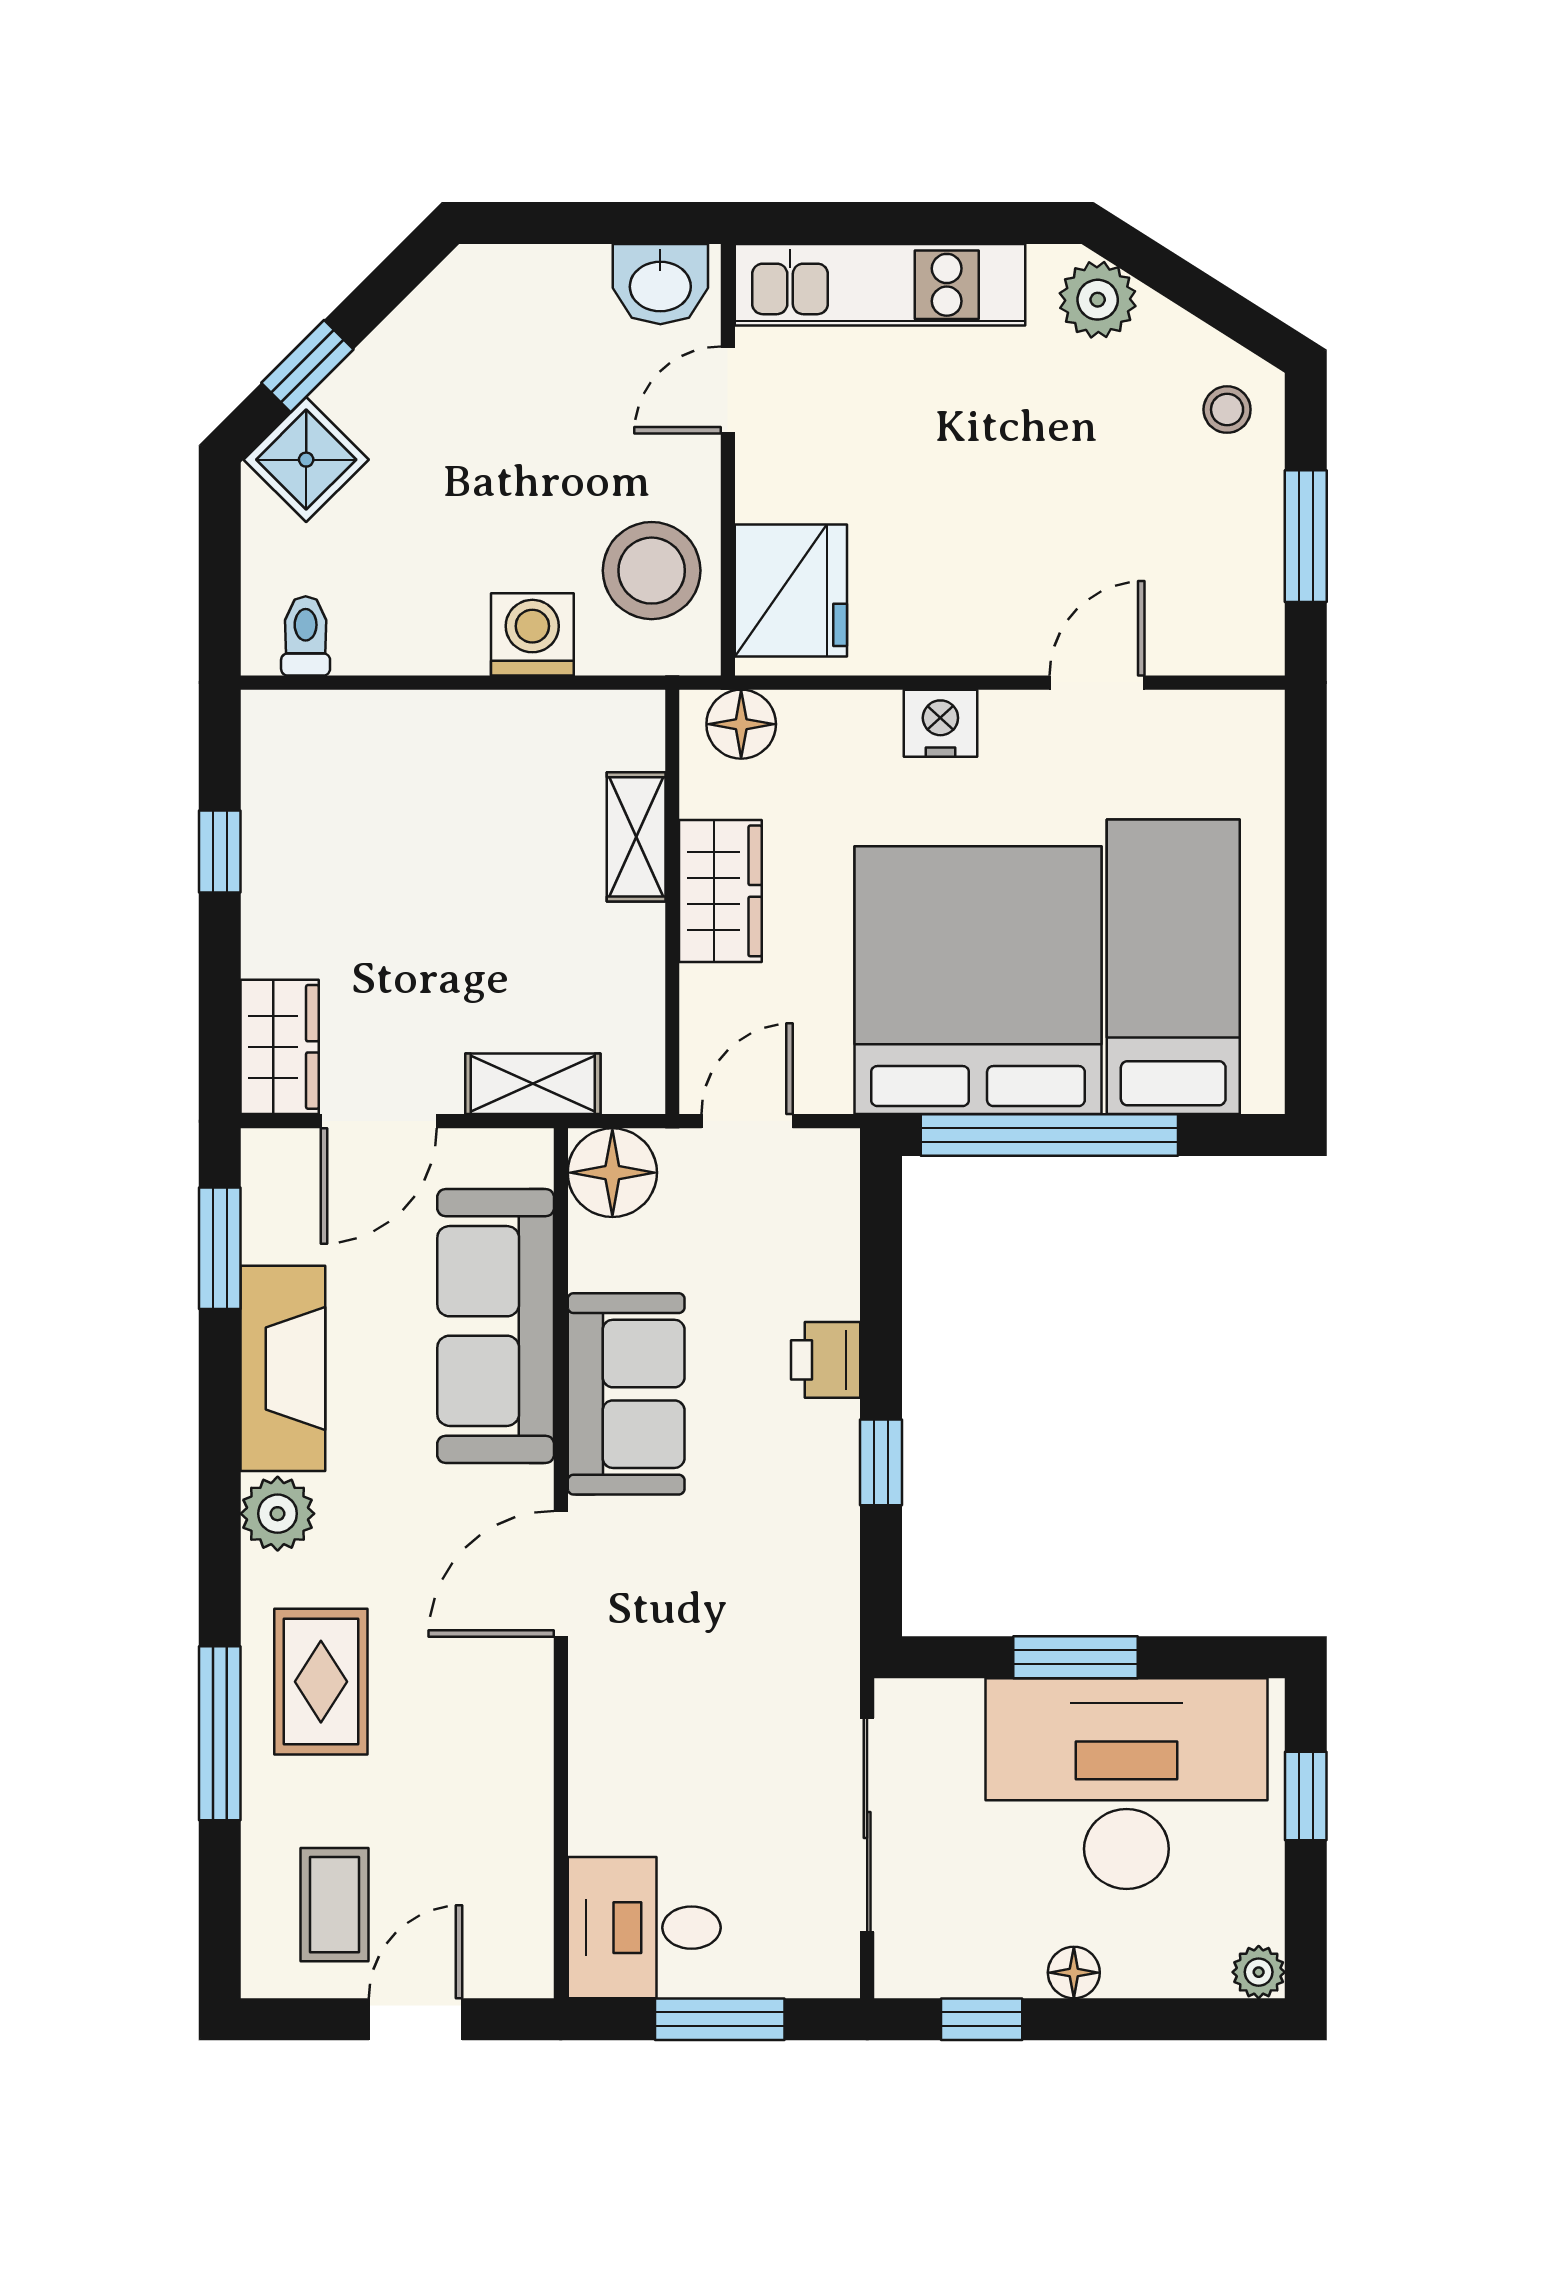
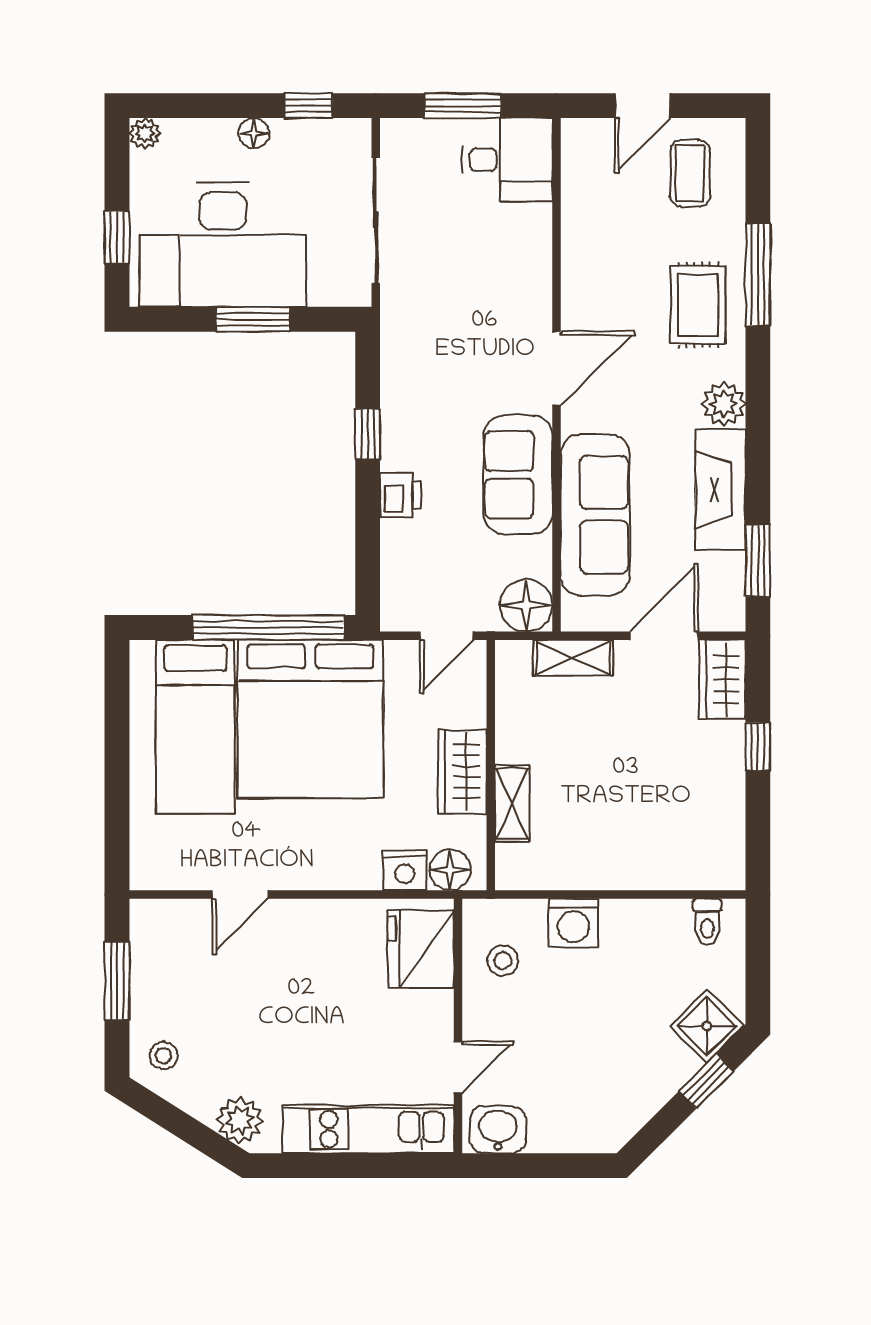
stool: (652, 571) -> (503, 961), width x0.53, depth x0.53
nightstand: (940, 723) -> (405, 870), moved
window: (220, 852) -> (758, 747), moved

